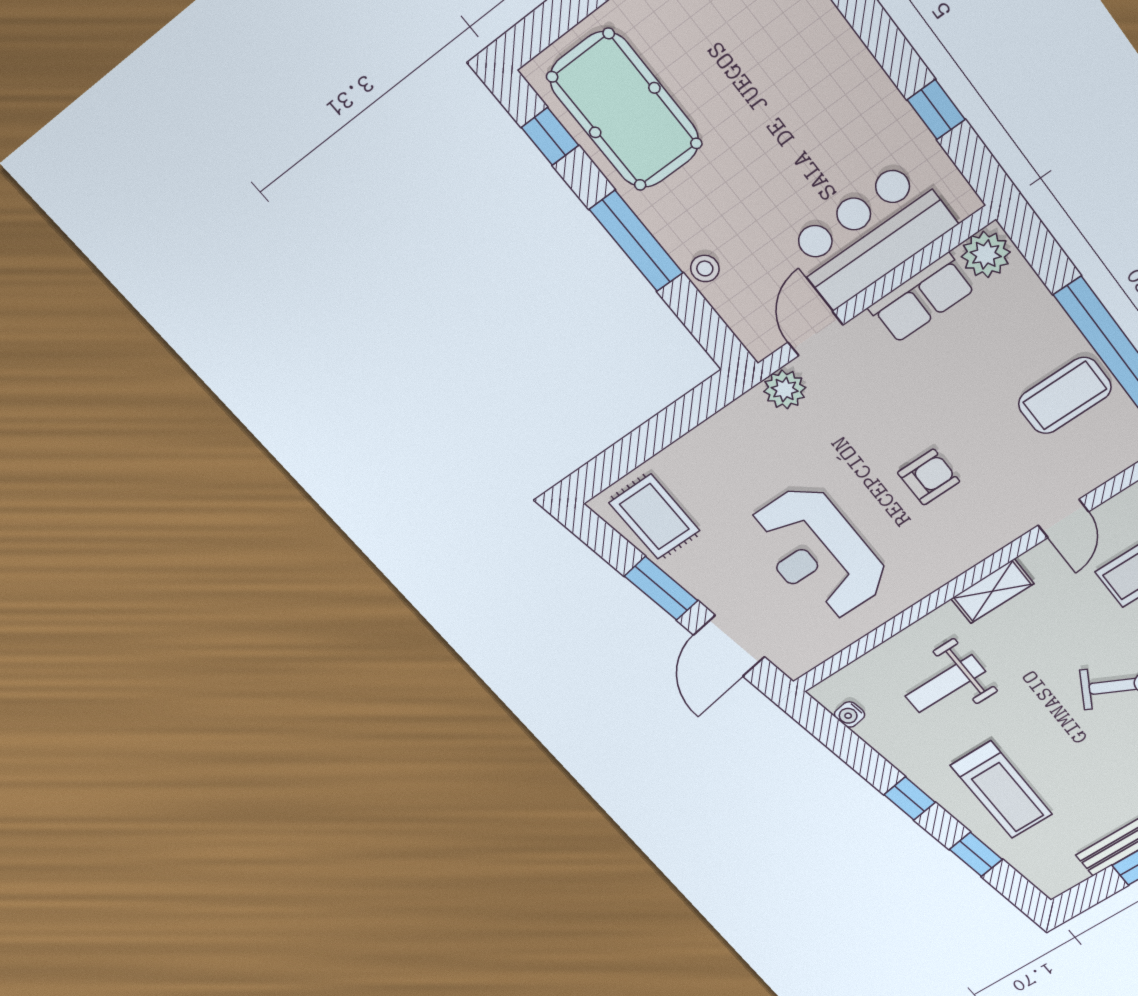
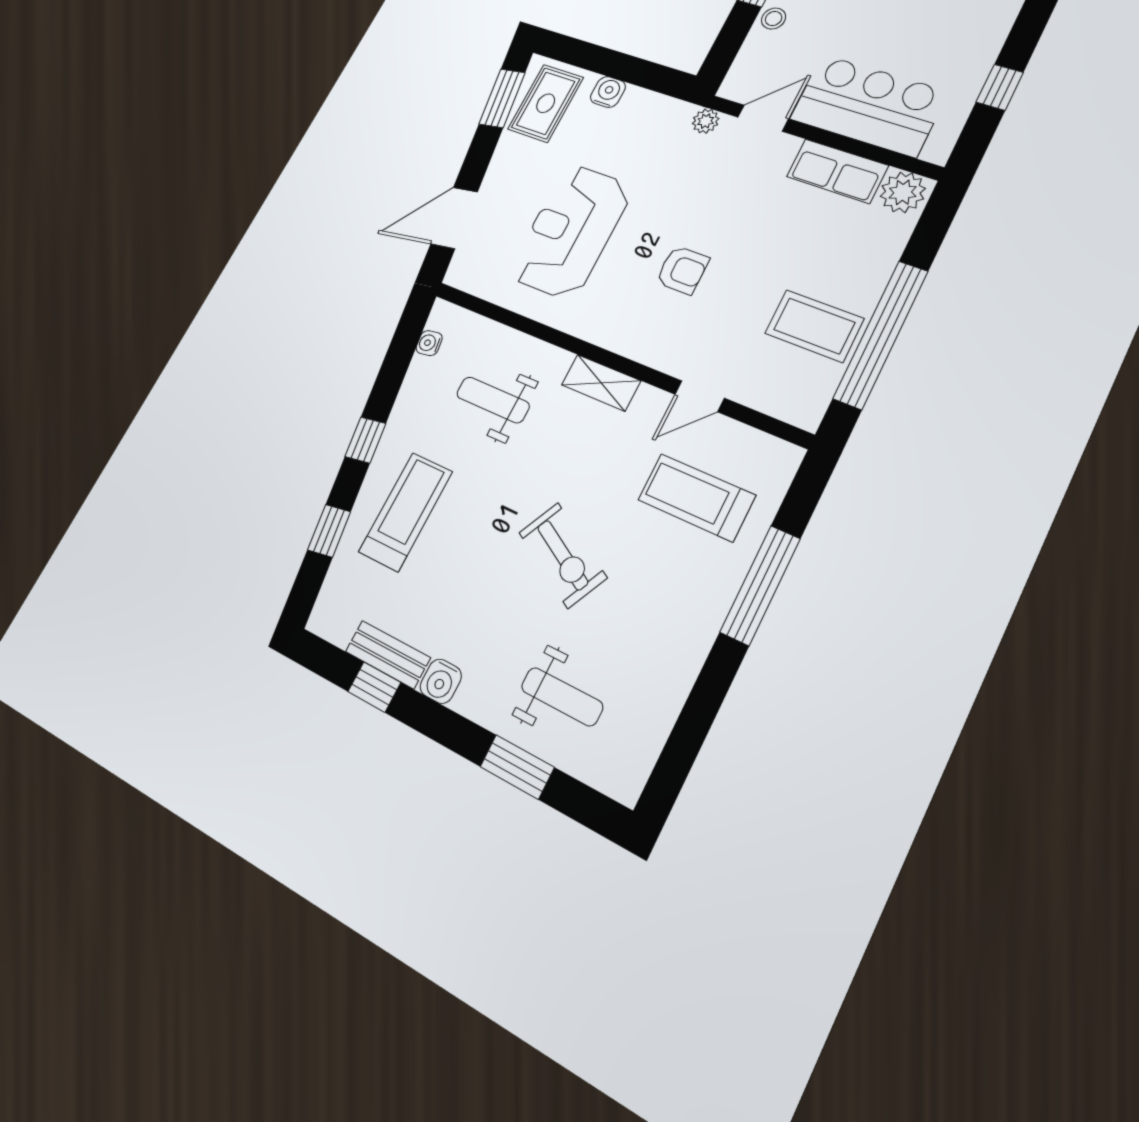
plant: (785, 389) -> (706, 121), width x0.73, depth x0.73
water cooler: (682, 456) -> (608, 92), added
window: (661, 588) -> (502, 98), moved
treadmill: (1001, 790) -> (406, 512), turned 180

